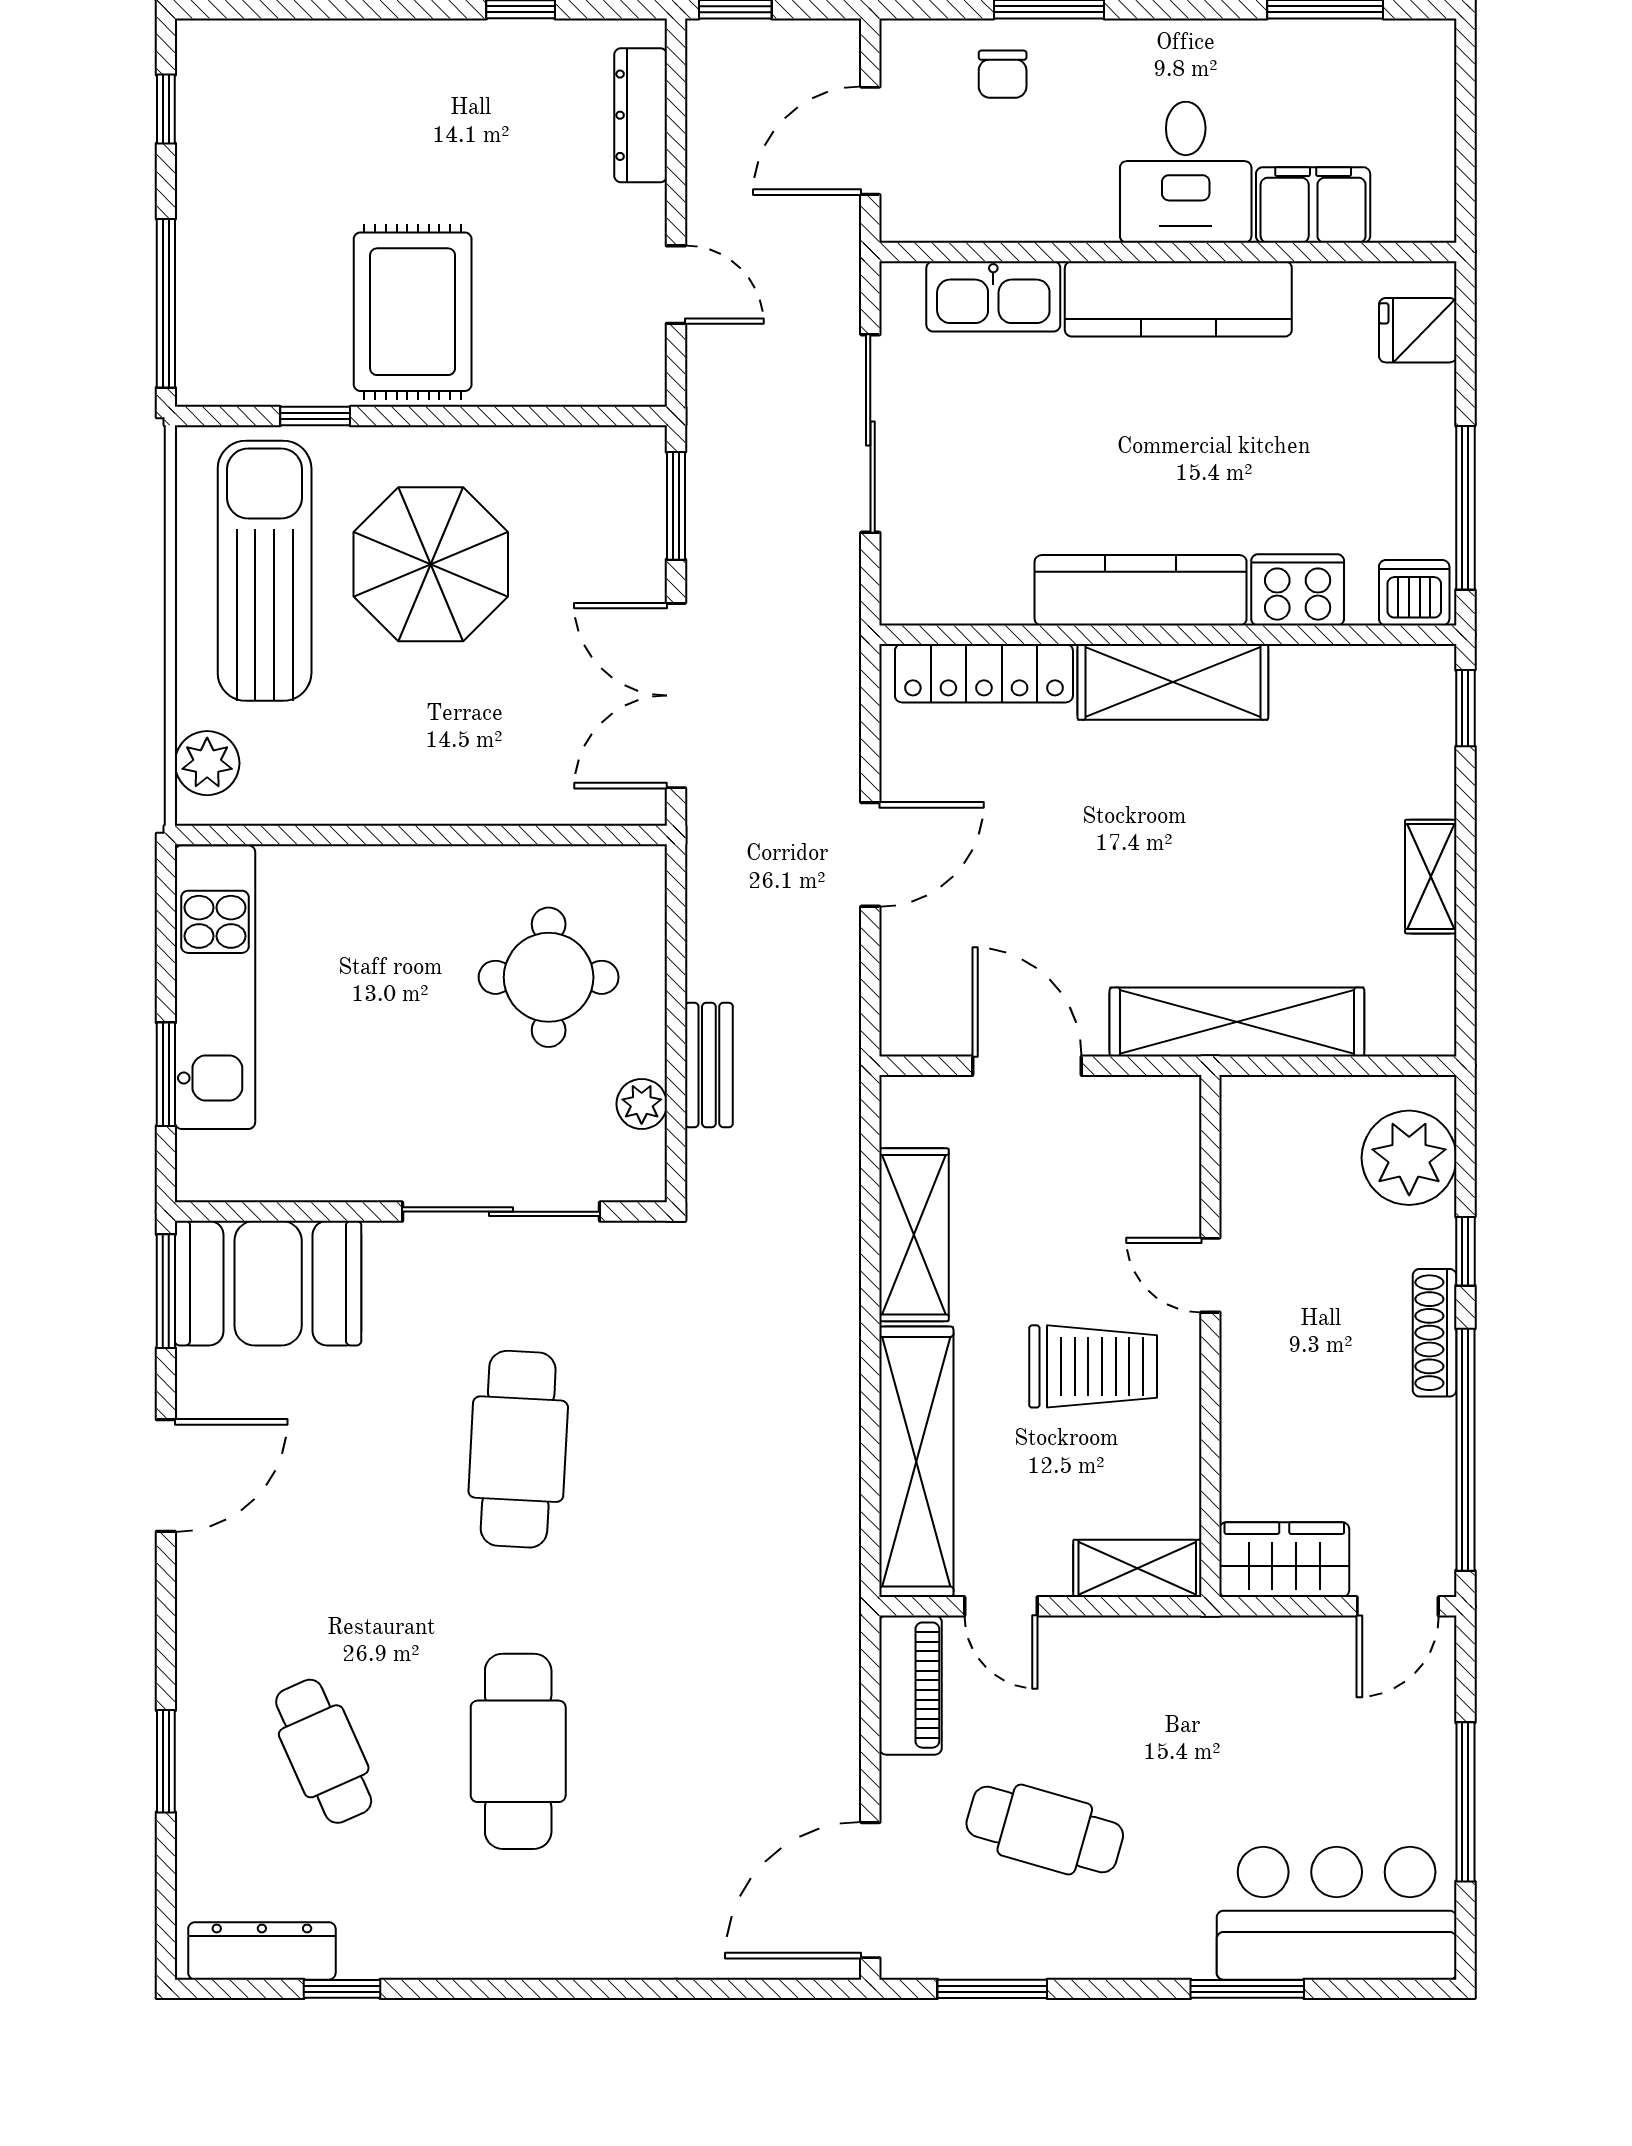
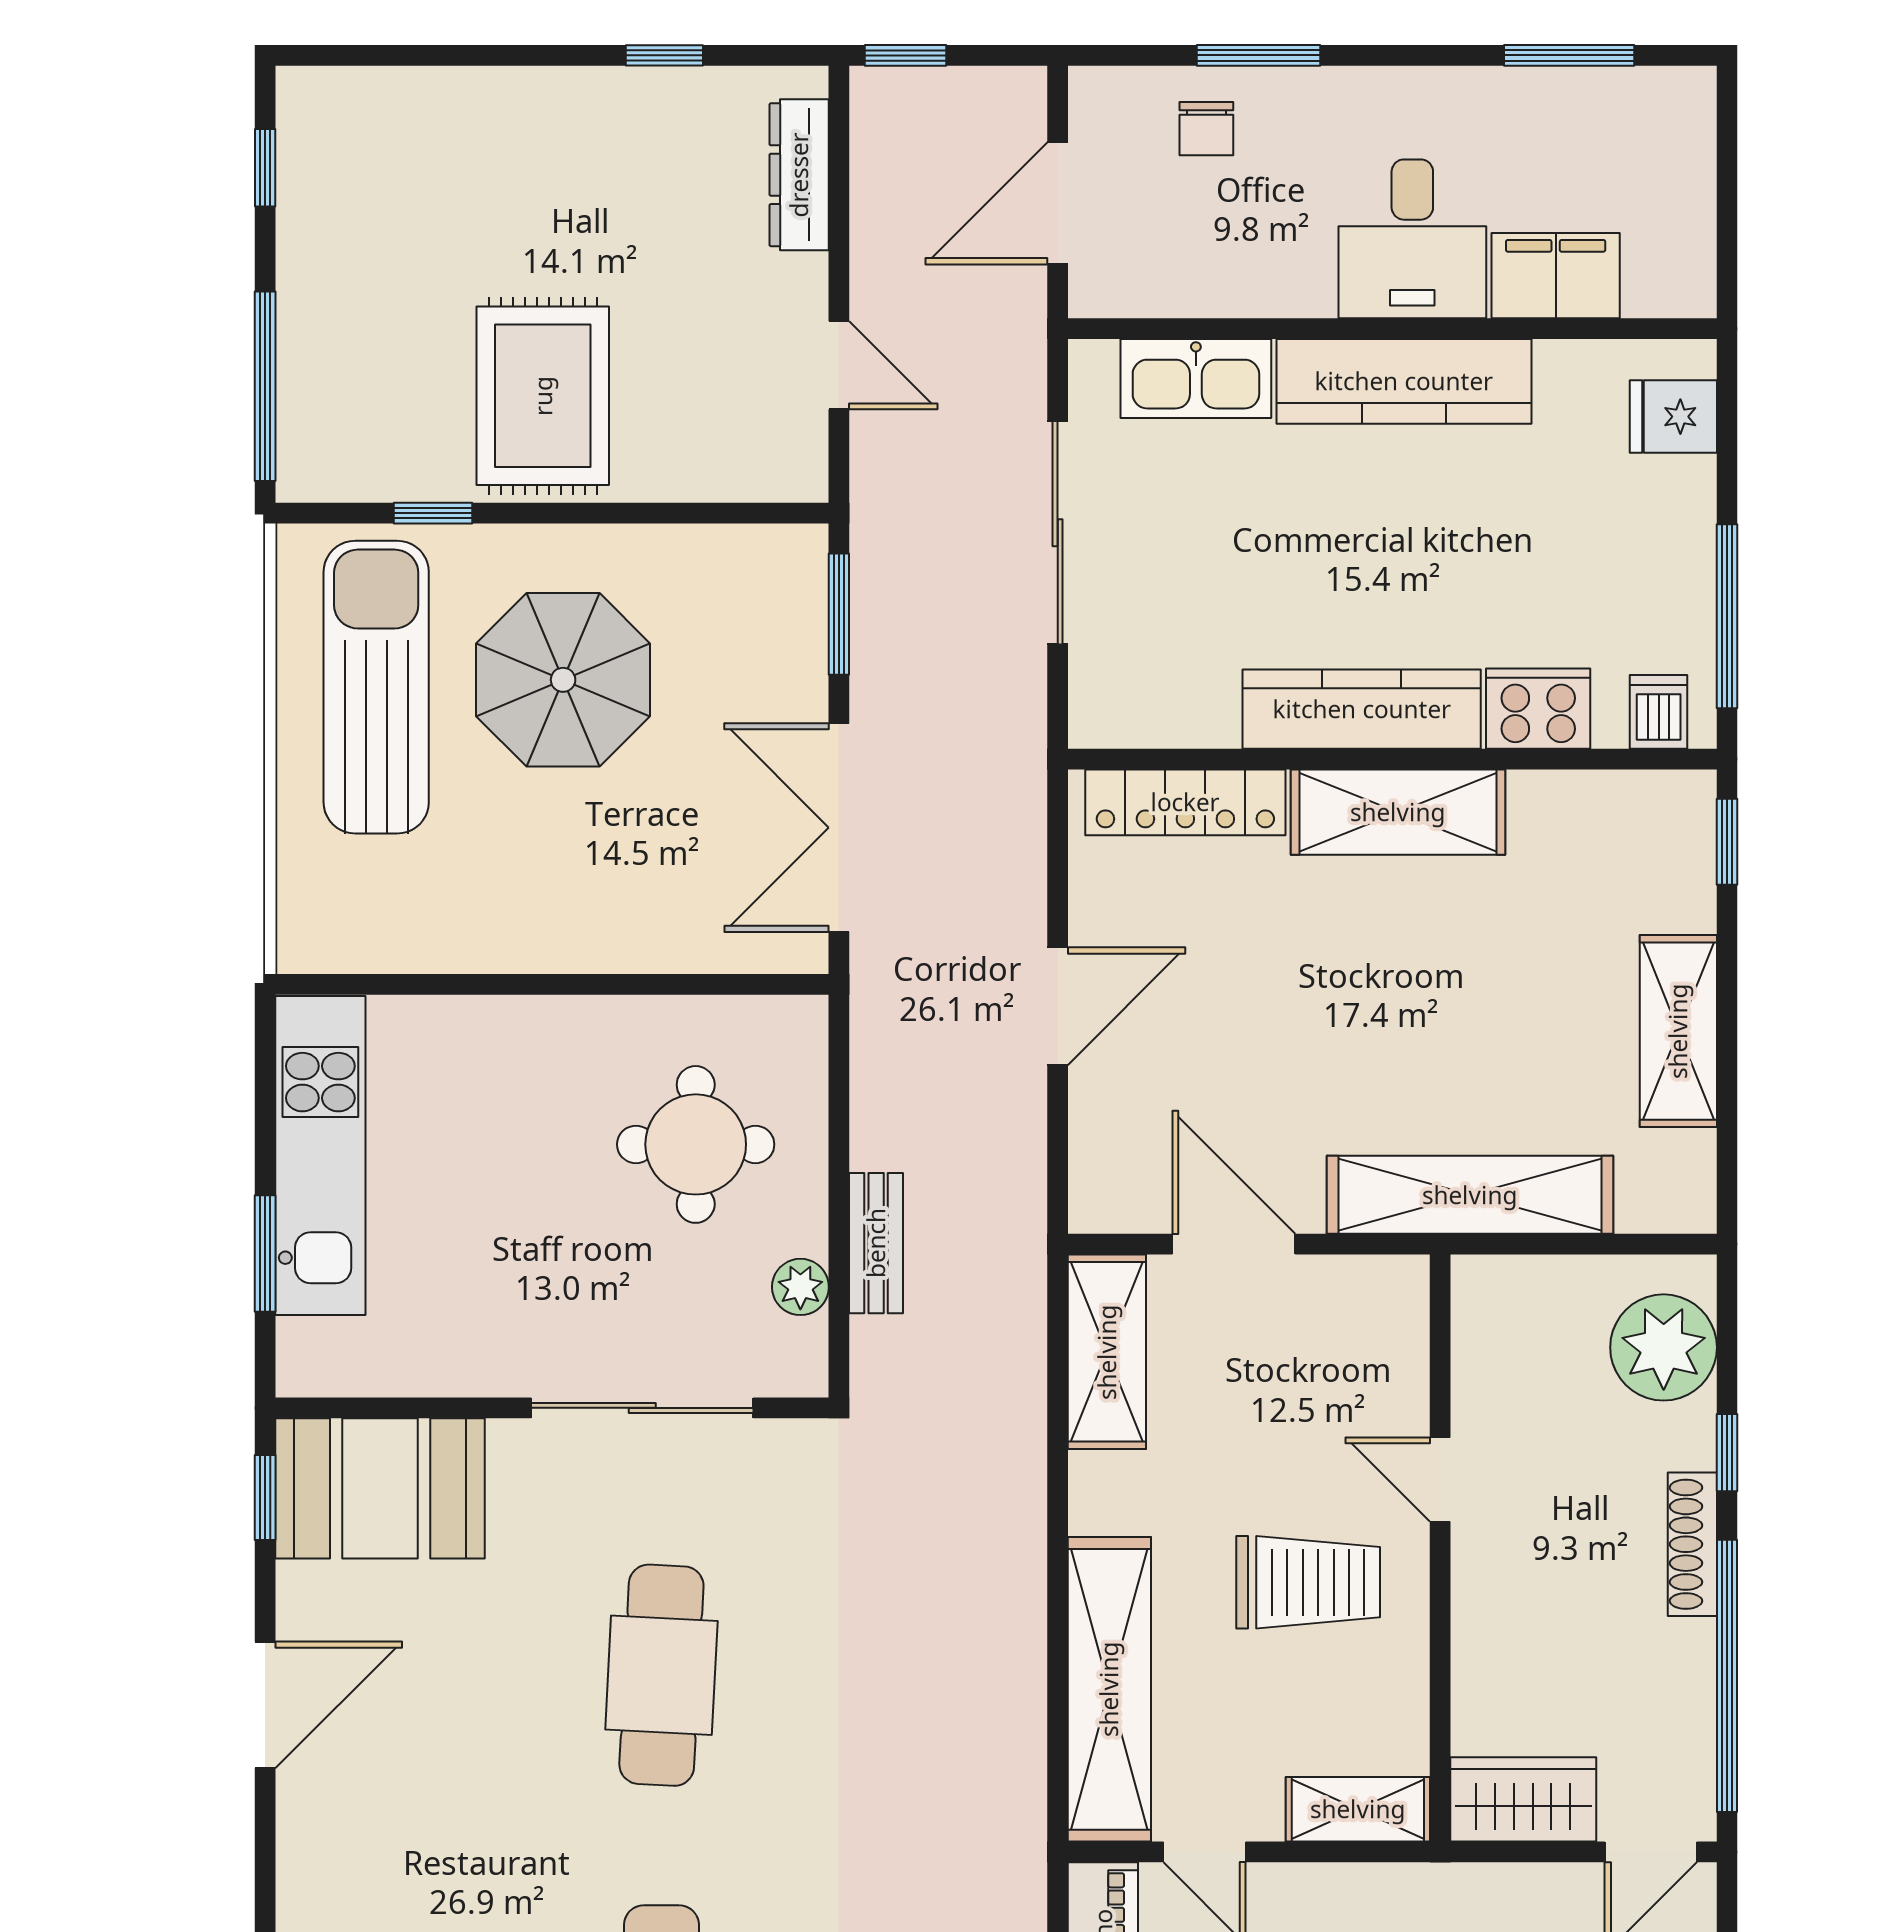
dishwasher: (1414, 593) -> (1659, 712), width x0.73
plant: (207, 763) -> (312, 904), removed
shelving: (1431, 877) -> (1678, 1031), width x1.50, depth x1.33
shelving: (914, 1235) -> (1107, 1352), moved
window: (166, 1291) -> (265, 1498), width x0.67

